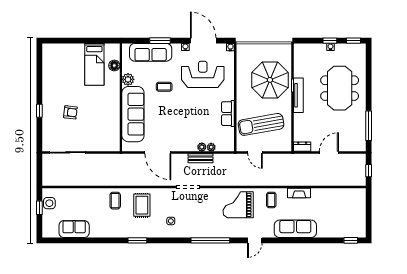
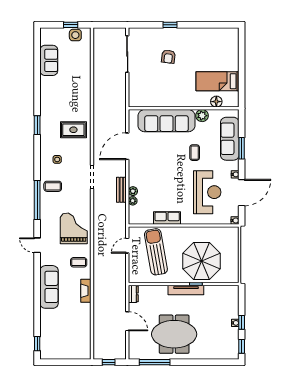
meeting table: (340, 88) -> (174, 334), moved
coffee table: (115, 201) -> (53, 186), moved

